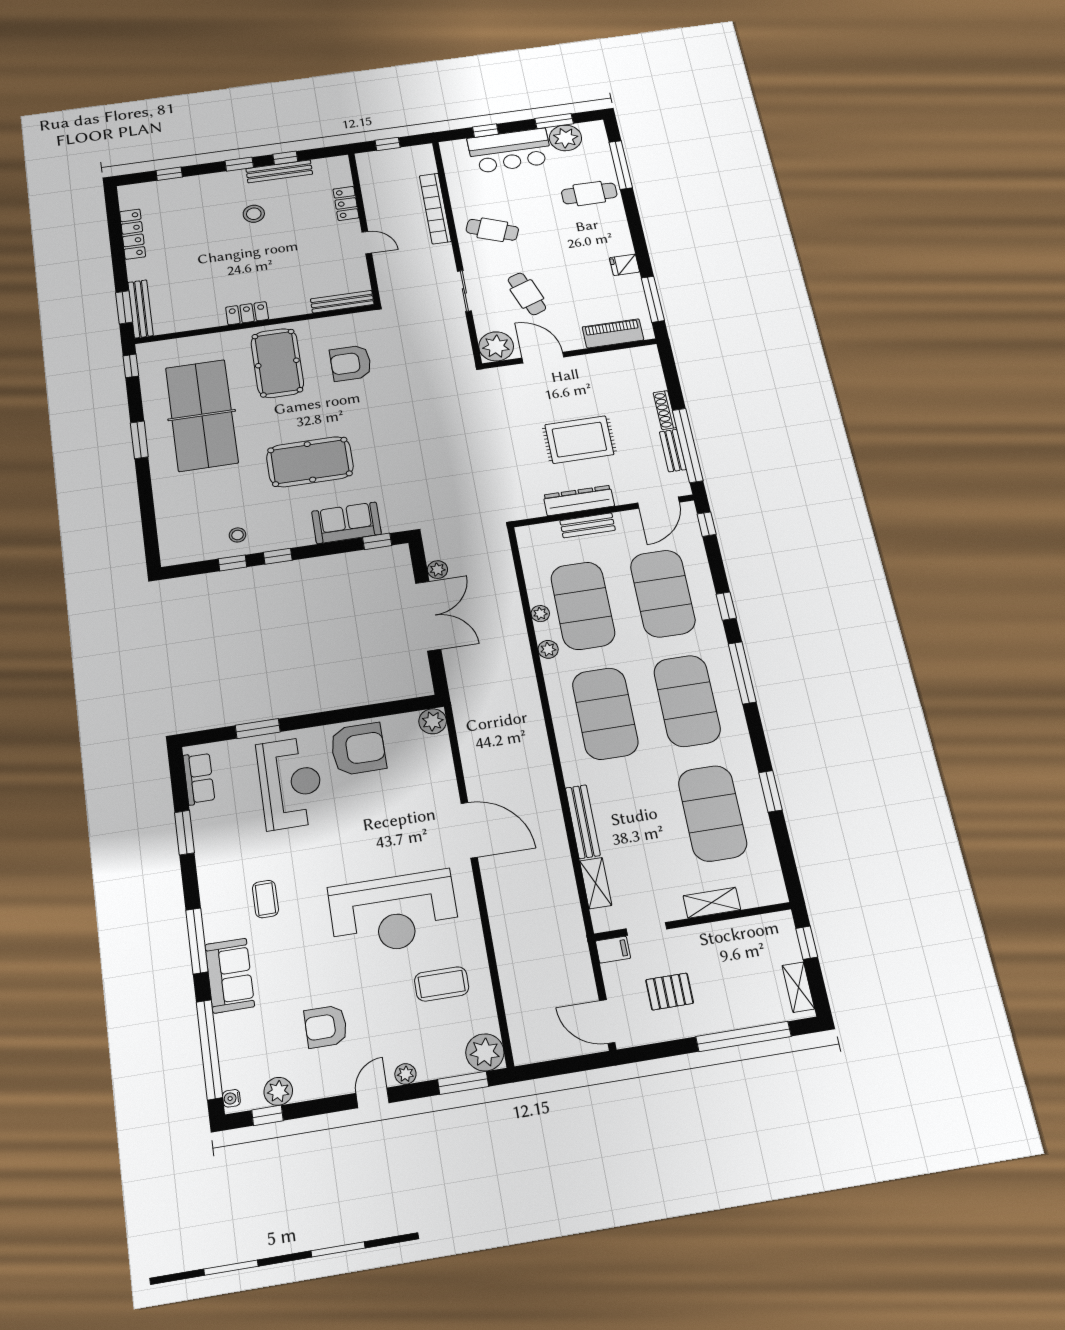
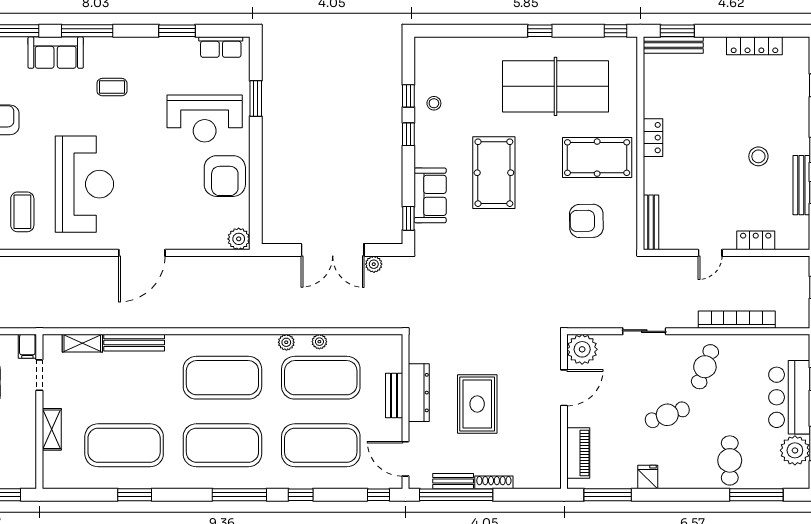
cafe table: (527, 294) -> (667, 415), moved
armchair: (351, 363) -> (586, 221), turned -91
window: (139, 440) -> (540, 31), width x0.67
reception desk: (394, 913) -> (84, 184), turned 180

